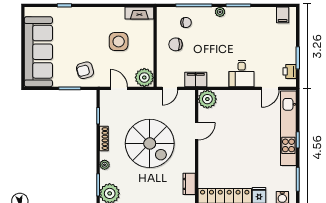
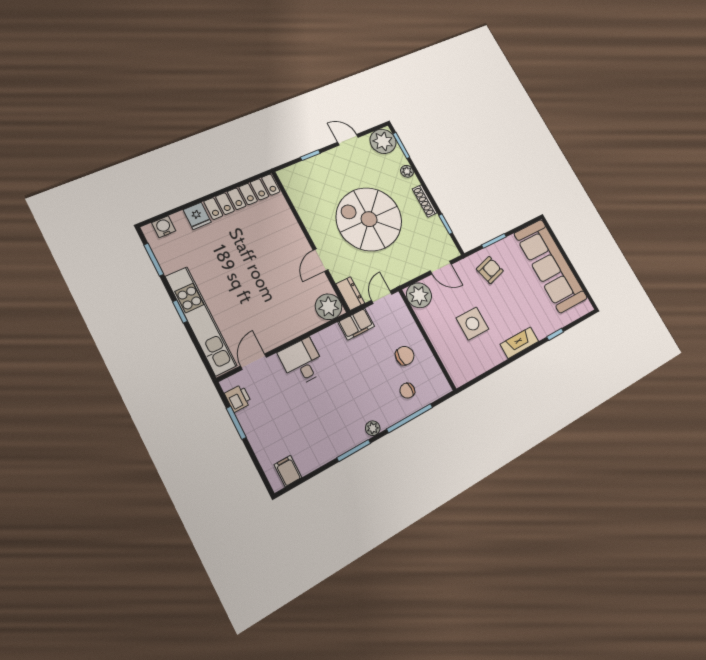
fireplace: (139, 13) -> (519, 343), moved
dresser: (189, 184) -> (350, 294), moved

